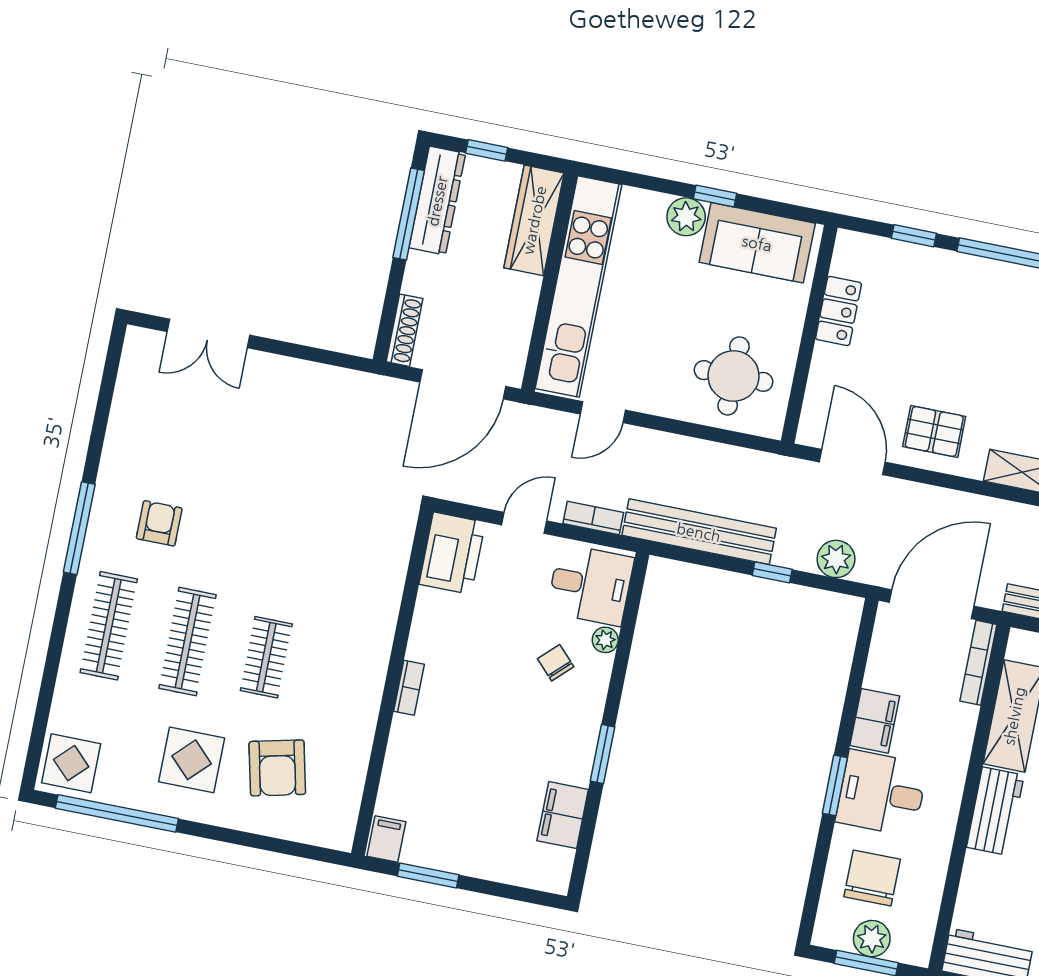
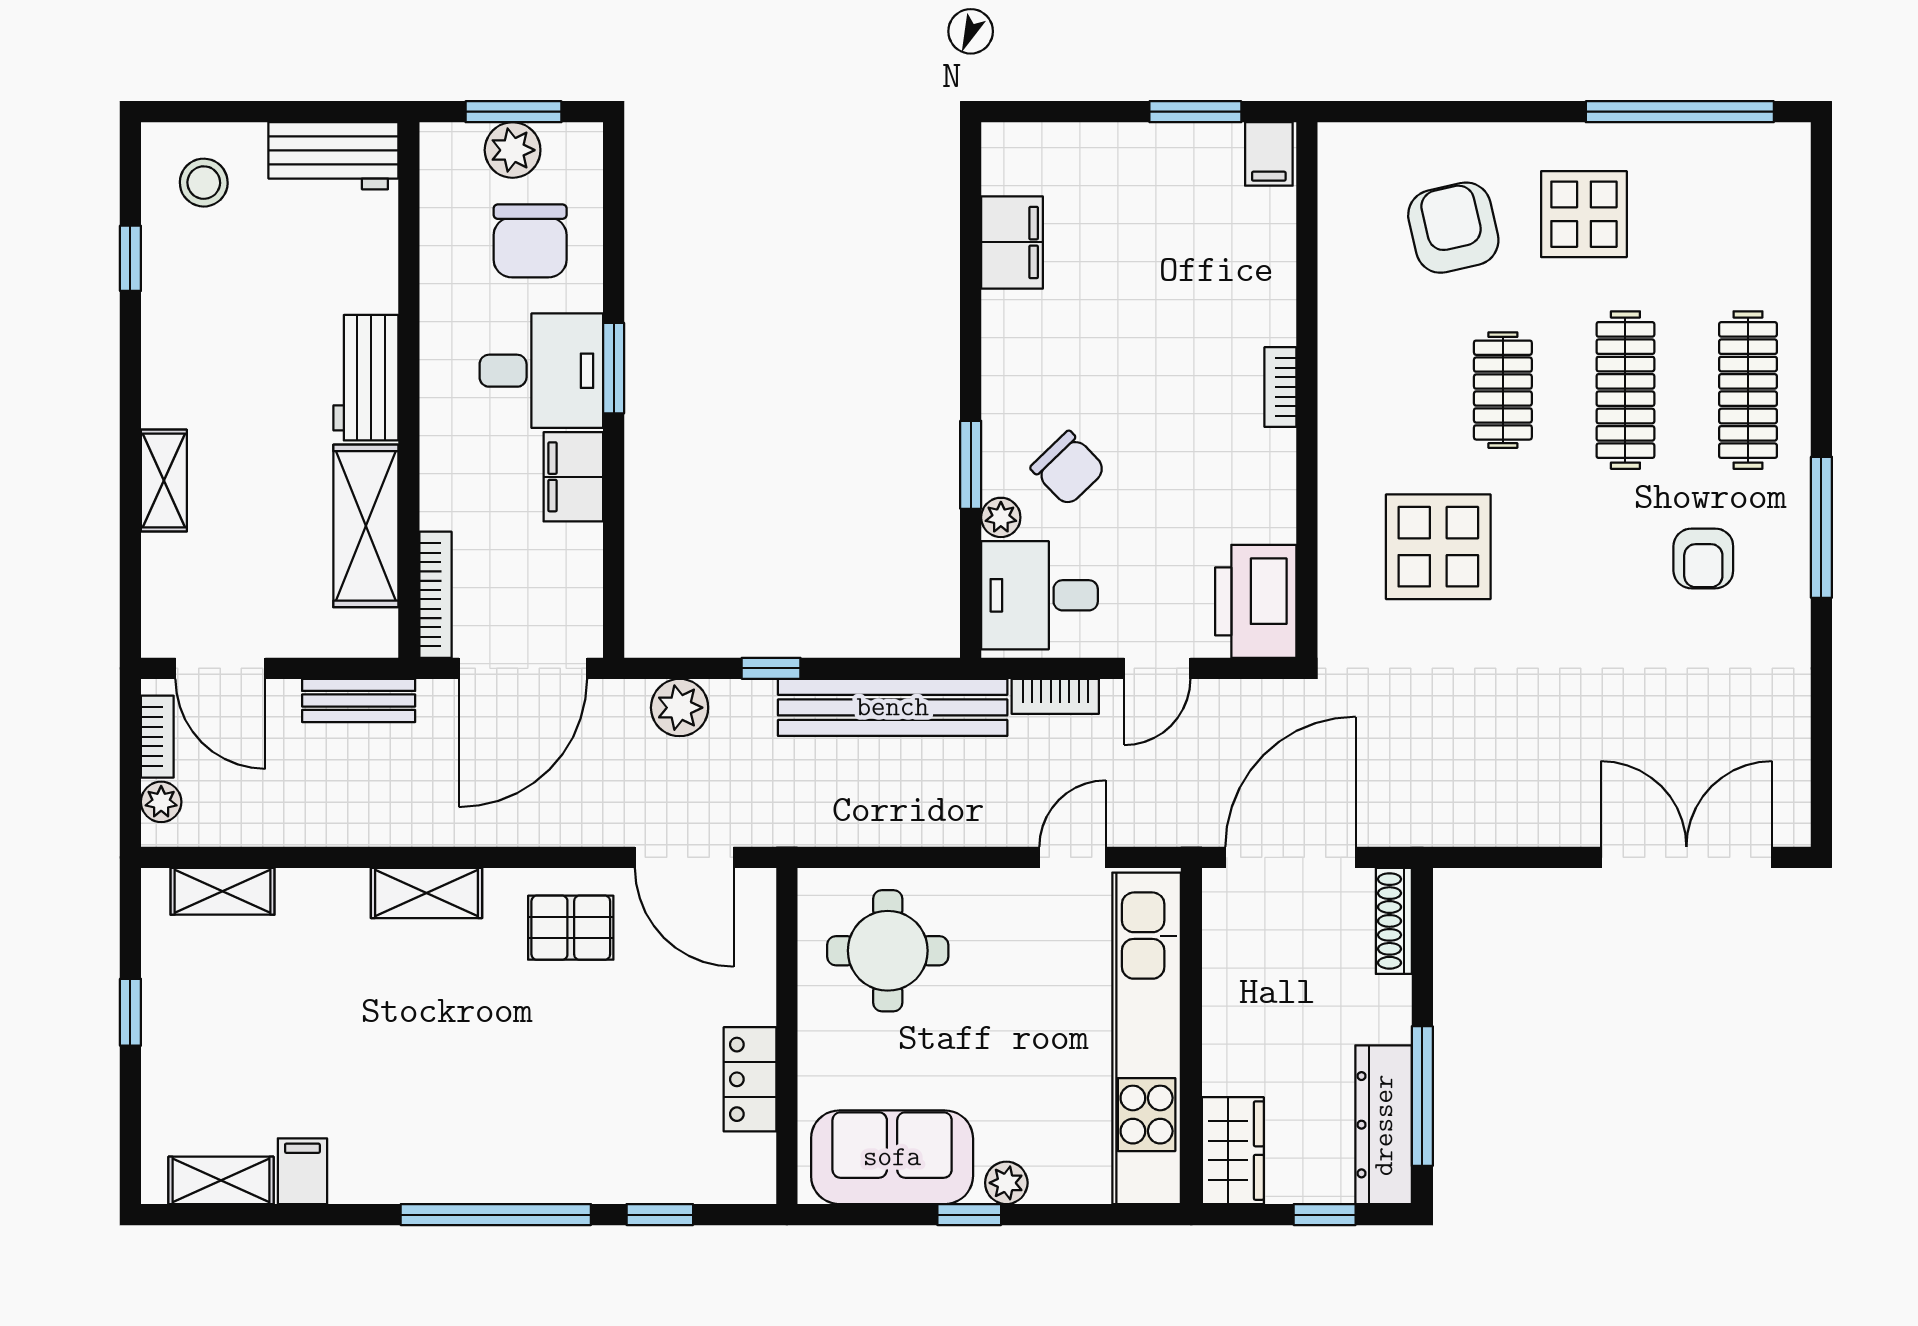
plant: (686, 217) -> (1006, 1183), width x0.73, depth x0.73
wardrobe: (534, 220) -> (1233, 1151), width x0.67
double door: (208, 333) -> (1686, 857), width x1.37
chair: (556, 663) -> (1068, 468), width x1.37, depth x1.37
window: (603, 754) -> (971, 465), moved
display table: (71, 763) -> (1438, 547), moved, width x1.36, depth x1.36

